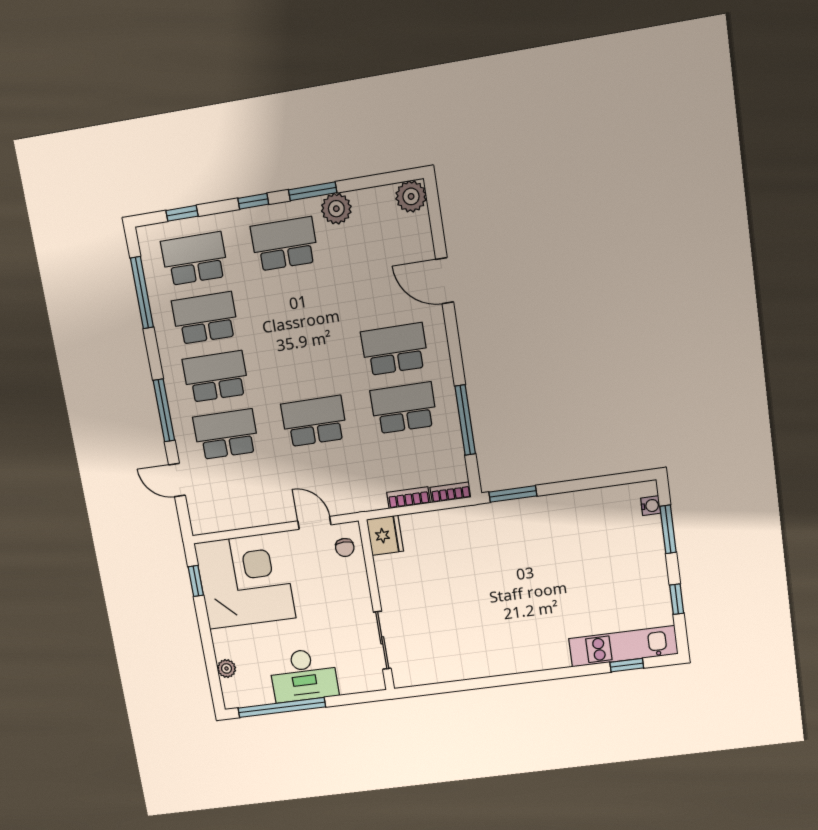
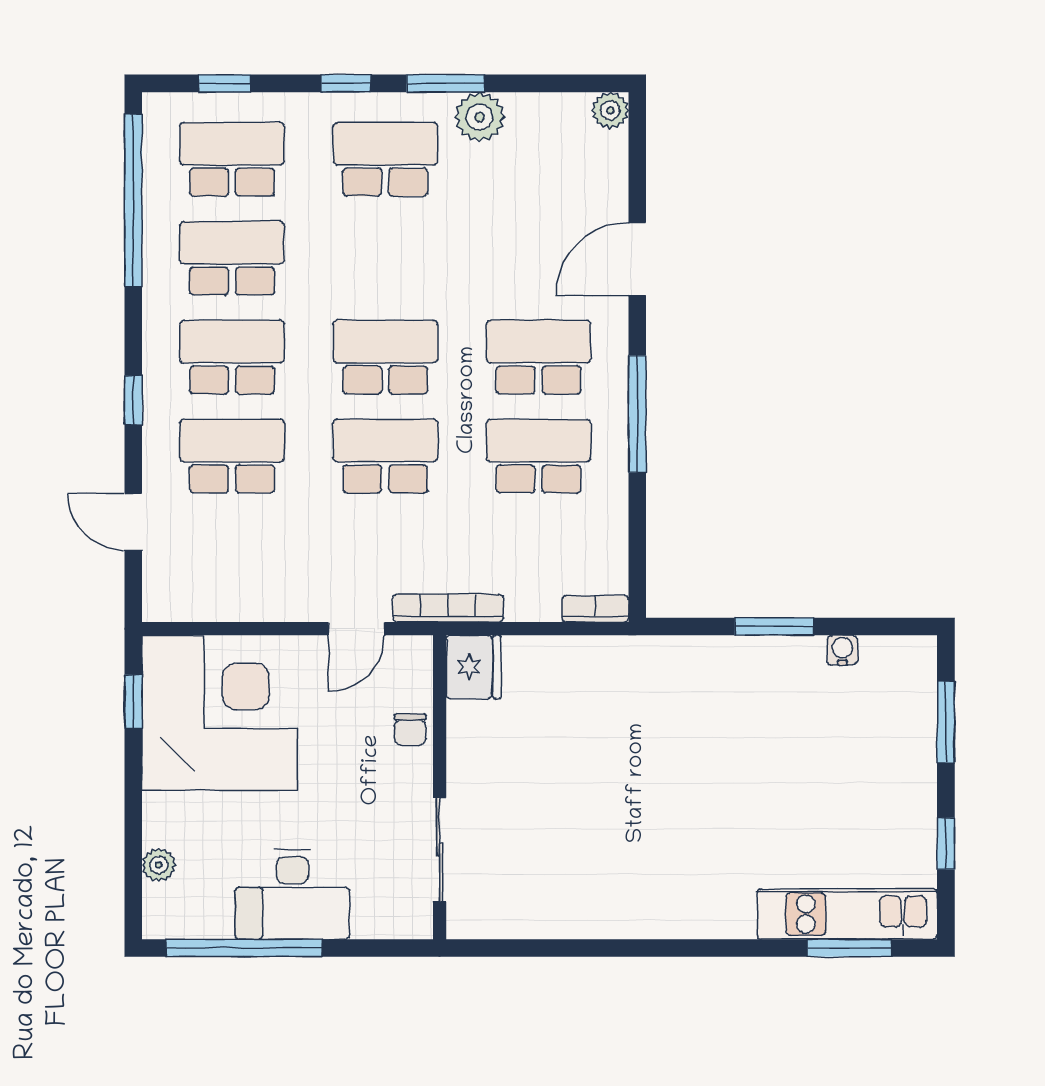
plant: (411, 196) -> (610, 110), width x0.73, depth x0.73
door: (445, 281) -> (637, 259), hinge flipped
window: (142, 293) -> (133, 200), width x1.46
school desk: (304, 363) -> (385, 357), added
window: (164, 410) -> (133, 400), width x0.46
window: (465, 420) -> (637, 414), moved
window: (513, 494) -> (774, 626), moved
bookcase: (408, 498) -> (448, 608), moved, width x1.56
water cooler: (651, 506) -> (842, 650), moved, turned -90
door: (314, 523) -> (356, 629), swing flipped
chair: (345, 548) -> (410, 730), moved
window: (627, 665) -> (849, 948), width x1.50

